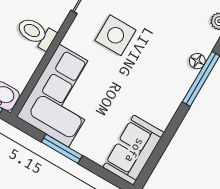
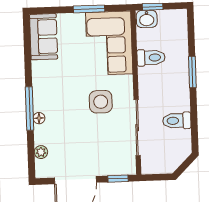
toilet: (36, 33) -> (151, 58), moved

